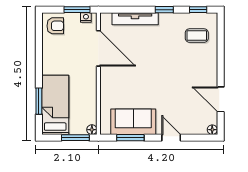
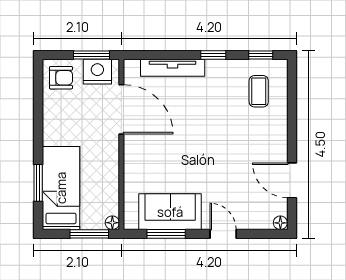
nightstand: (86, 17) -> (97, 72), width x1.89, depth x1.79
coffee table: (197, 36) -> (259, 91), turned 90

